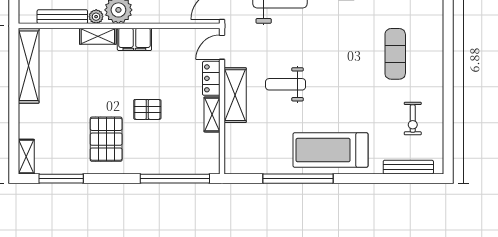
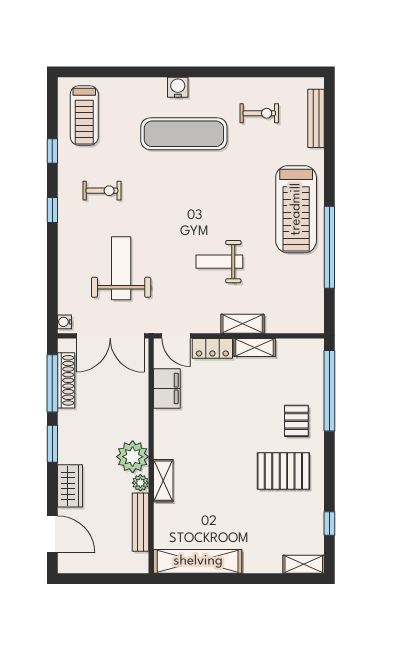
filing cabinet: (134, 39) -> (167, 388), moved
water cooler: (435, 49) -> (178, 87), added
exercise mat: (395, 54) -> (184, 134), width x1.36, depth x1.45
weight bench: (286, 84) -> (219, 262), turned 90
shelving: (235, 95) -> (243, 324), width x0.67, depth x0.75
pallet: (147, 109) -> (296, 421), moved
window: (61, 179) -> (329, 523), width x0.46

